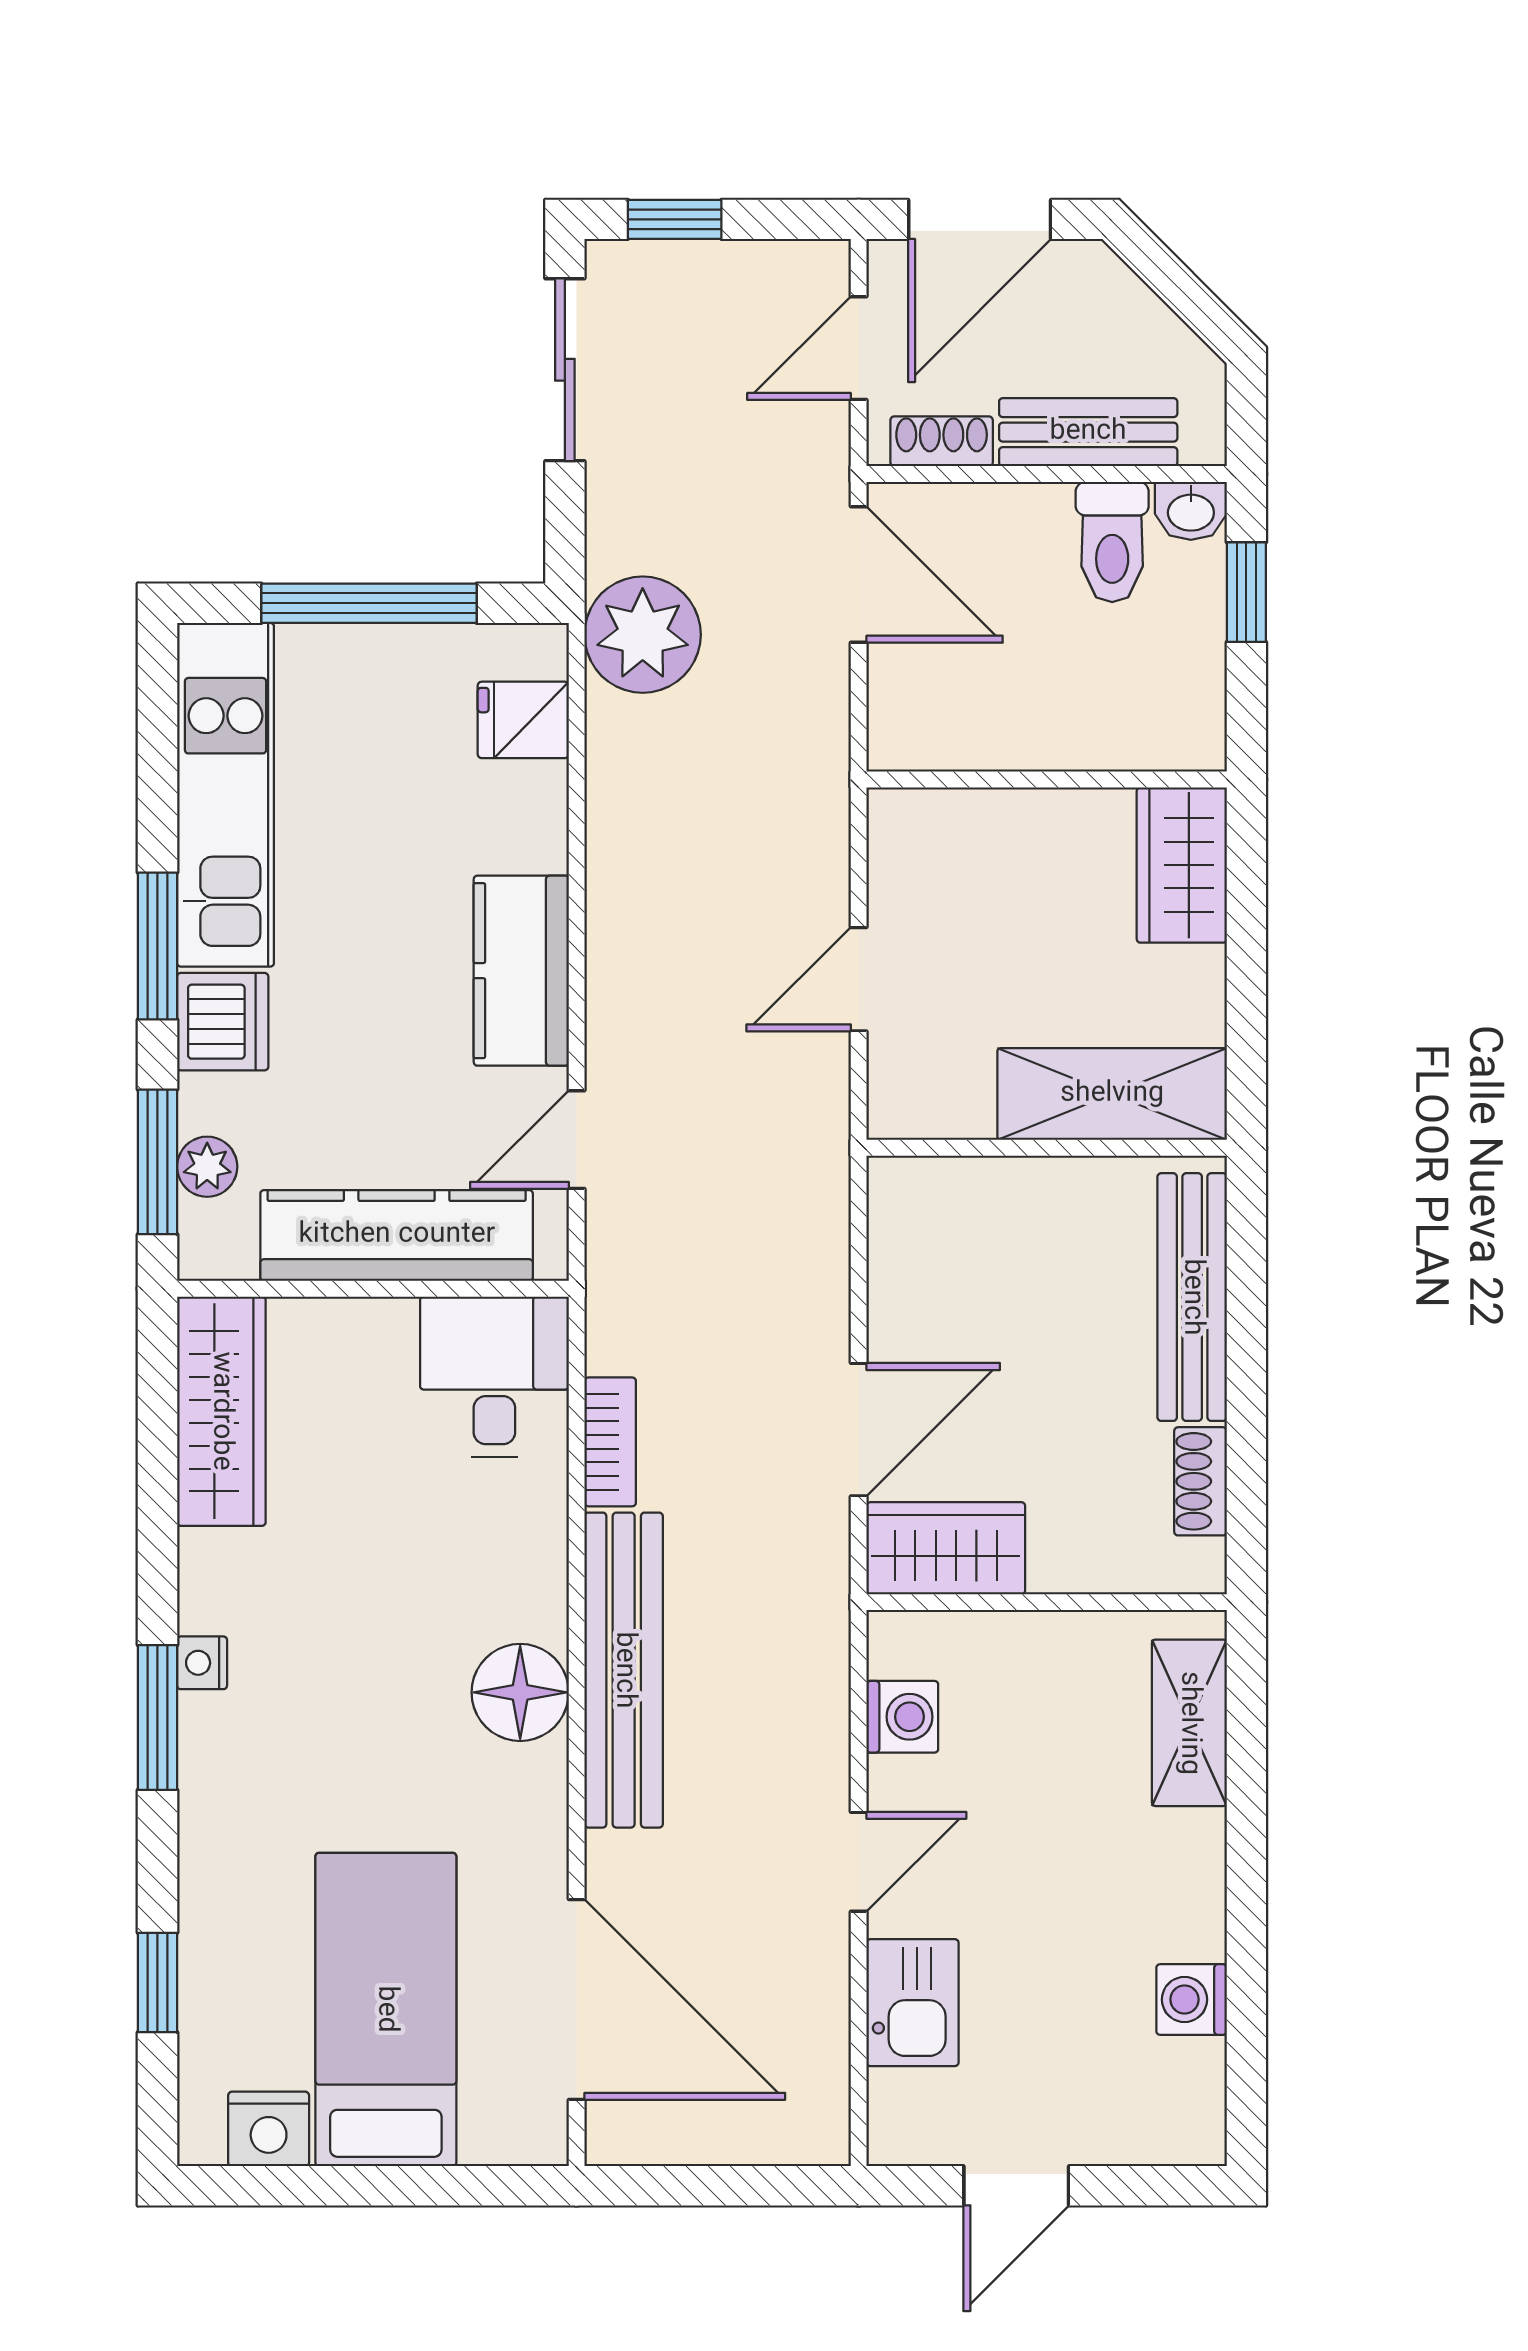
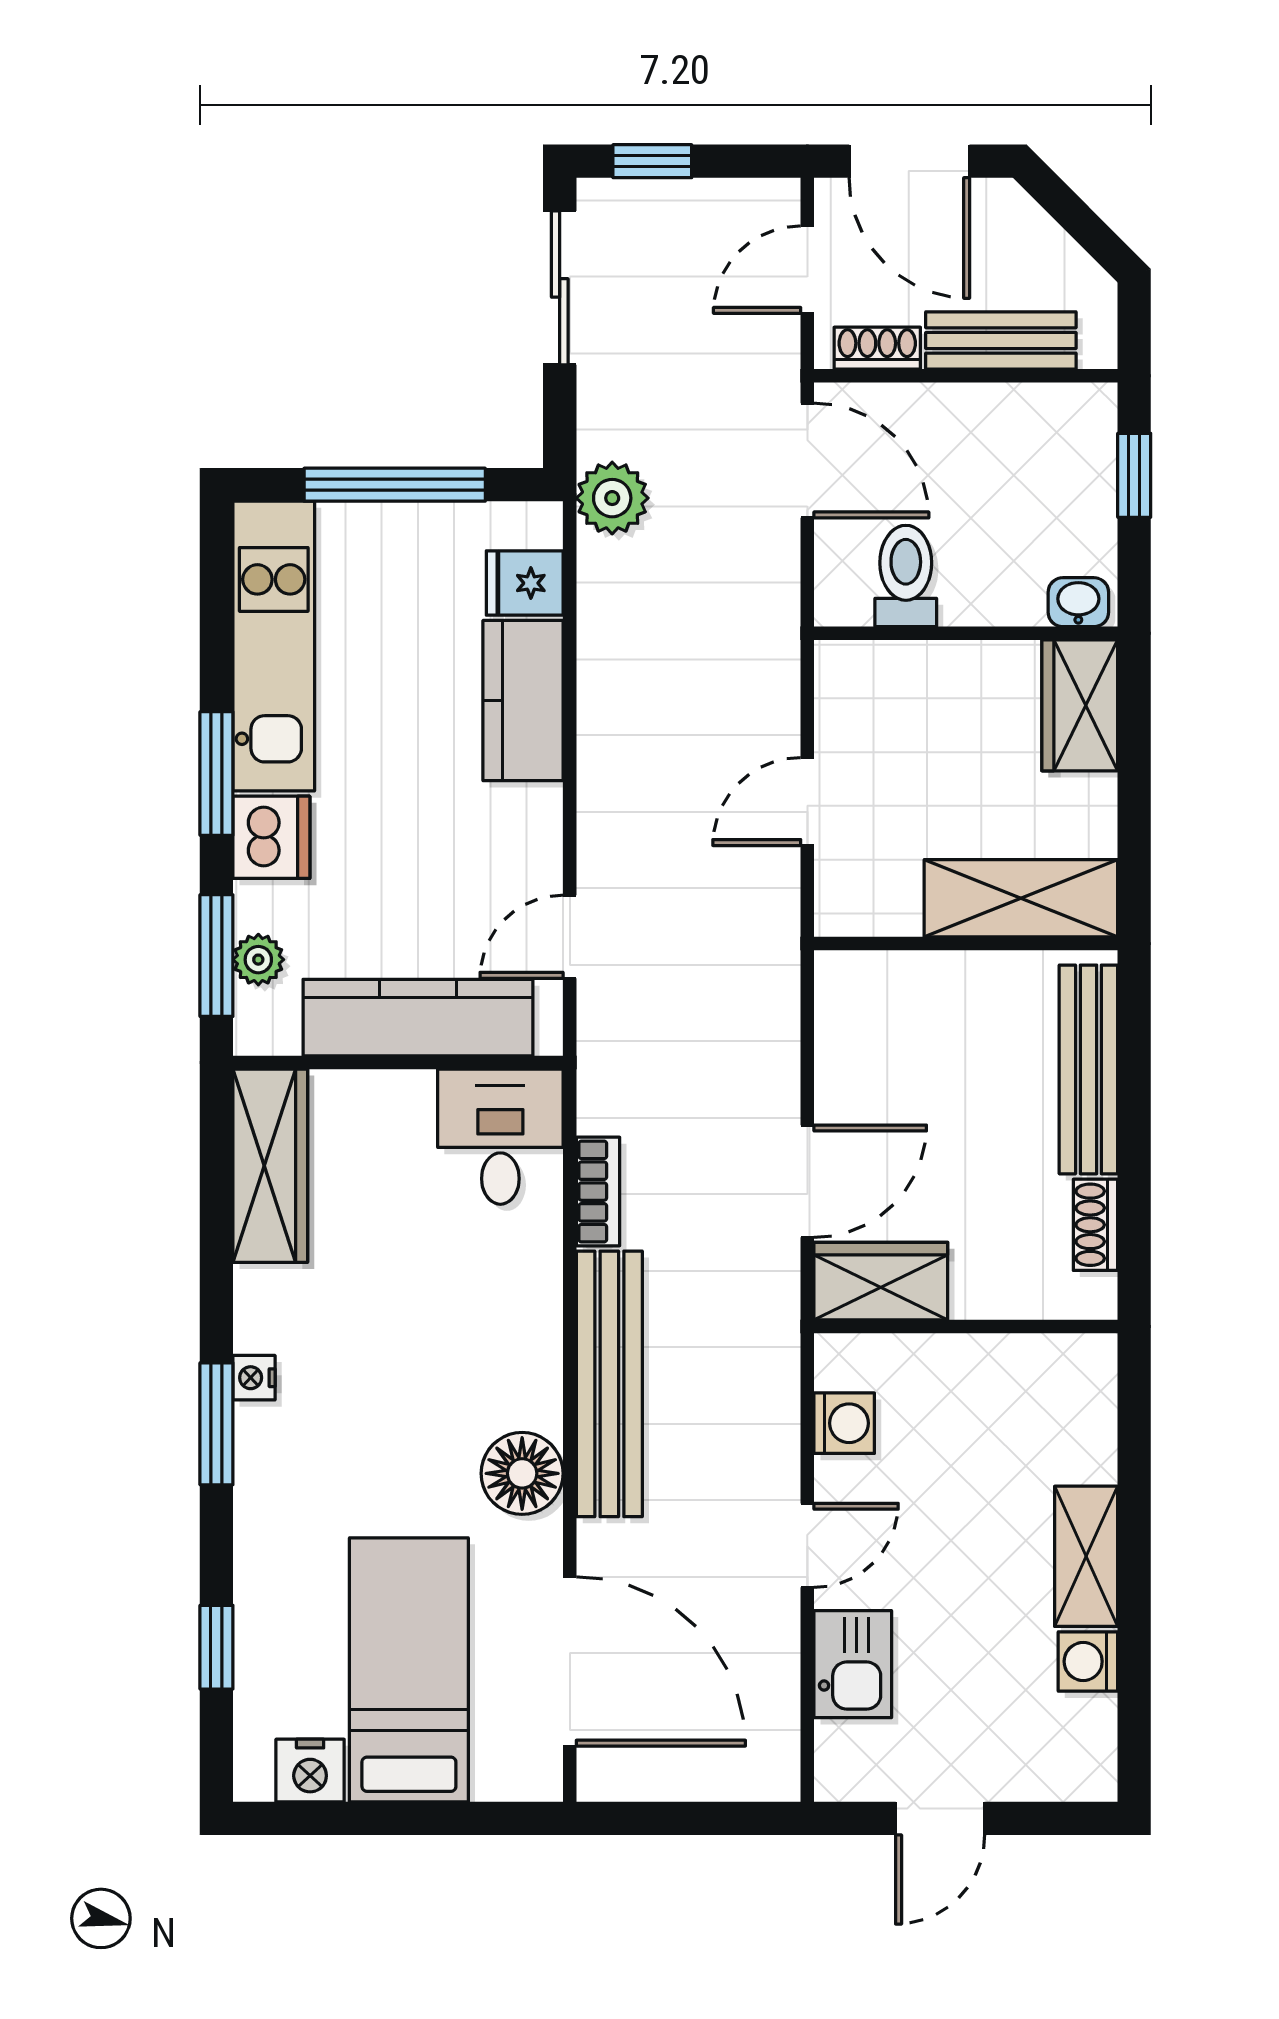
door: (980, 219) -> (909, 161), hinge flipped
washbasin: (1191, 511) -> (1078, 602), moved, turned 180
toilet: (1112, 542) -> (906, 576), moved, turned 180
plant: (643, 635) -> (612, 498), width x0.73, depth x0.73
kitchen counter: (521, 971) -> (523, 701), moved
floor lamp: (520, 1692) -> (522, 1473), moved
shelving: (1189, 1723) -> (1086, 1556), moved

